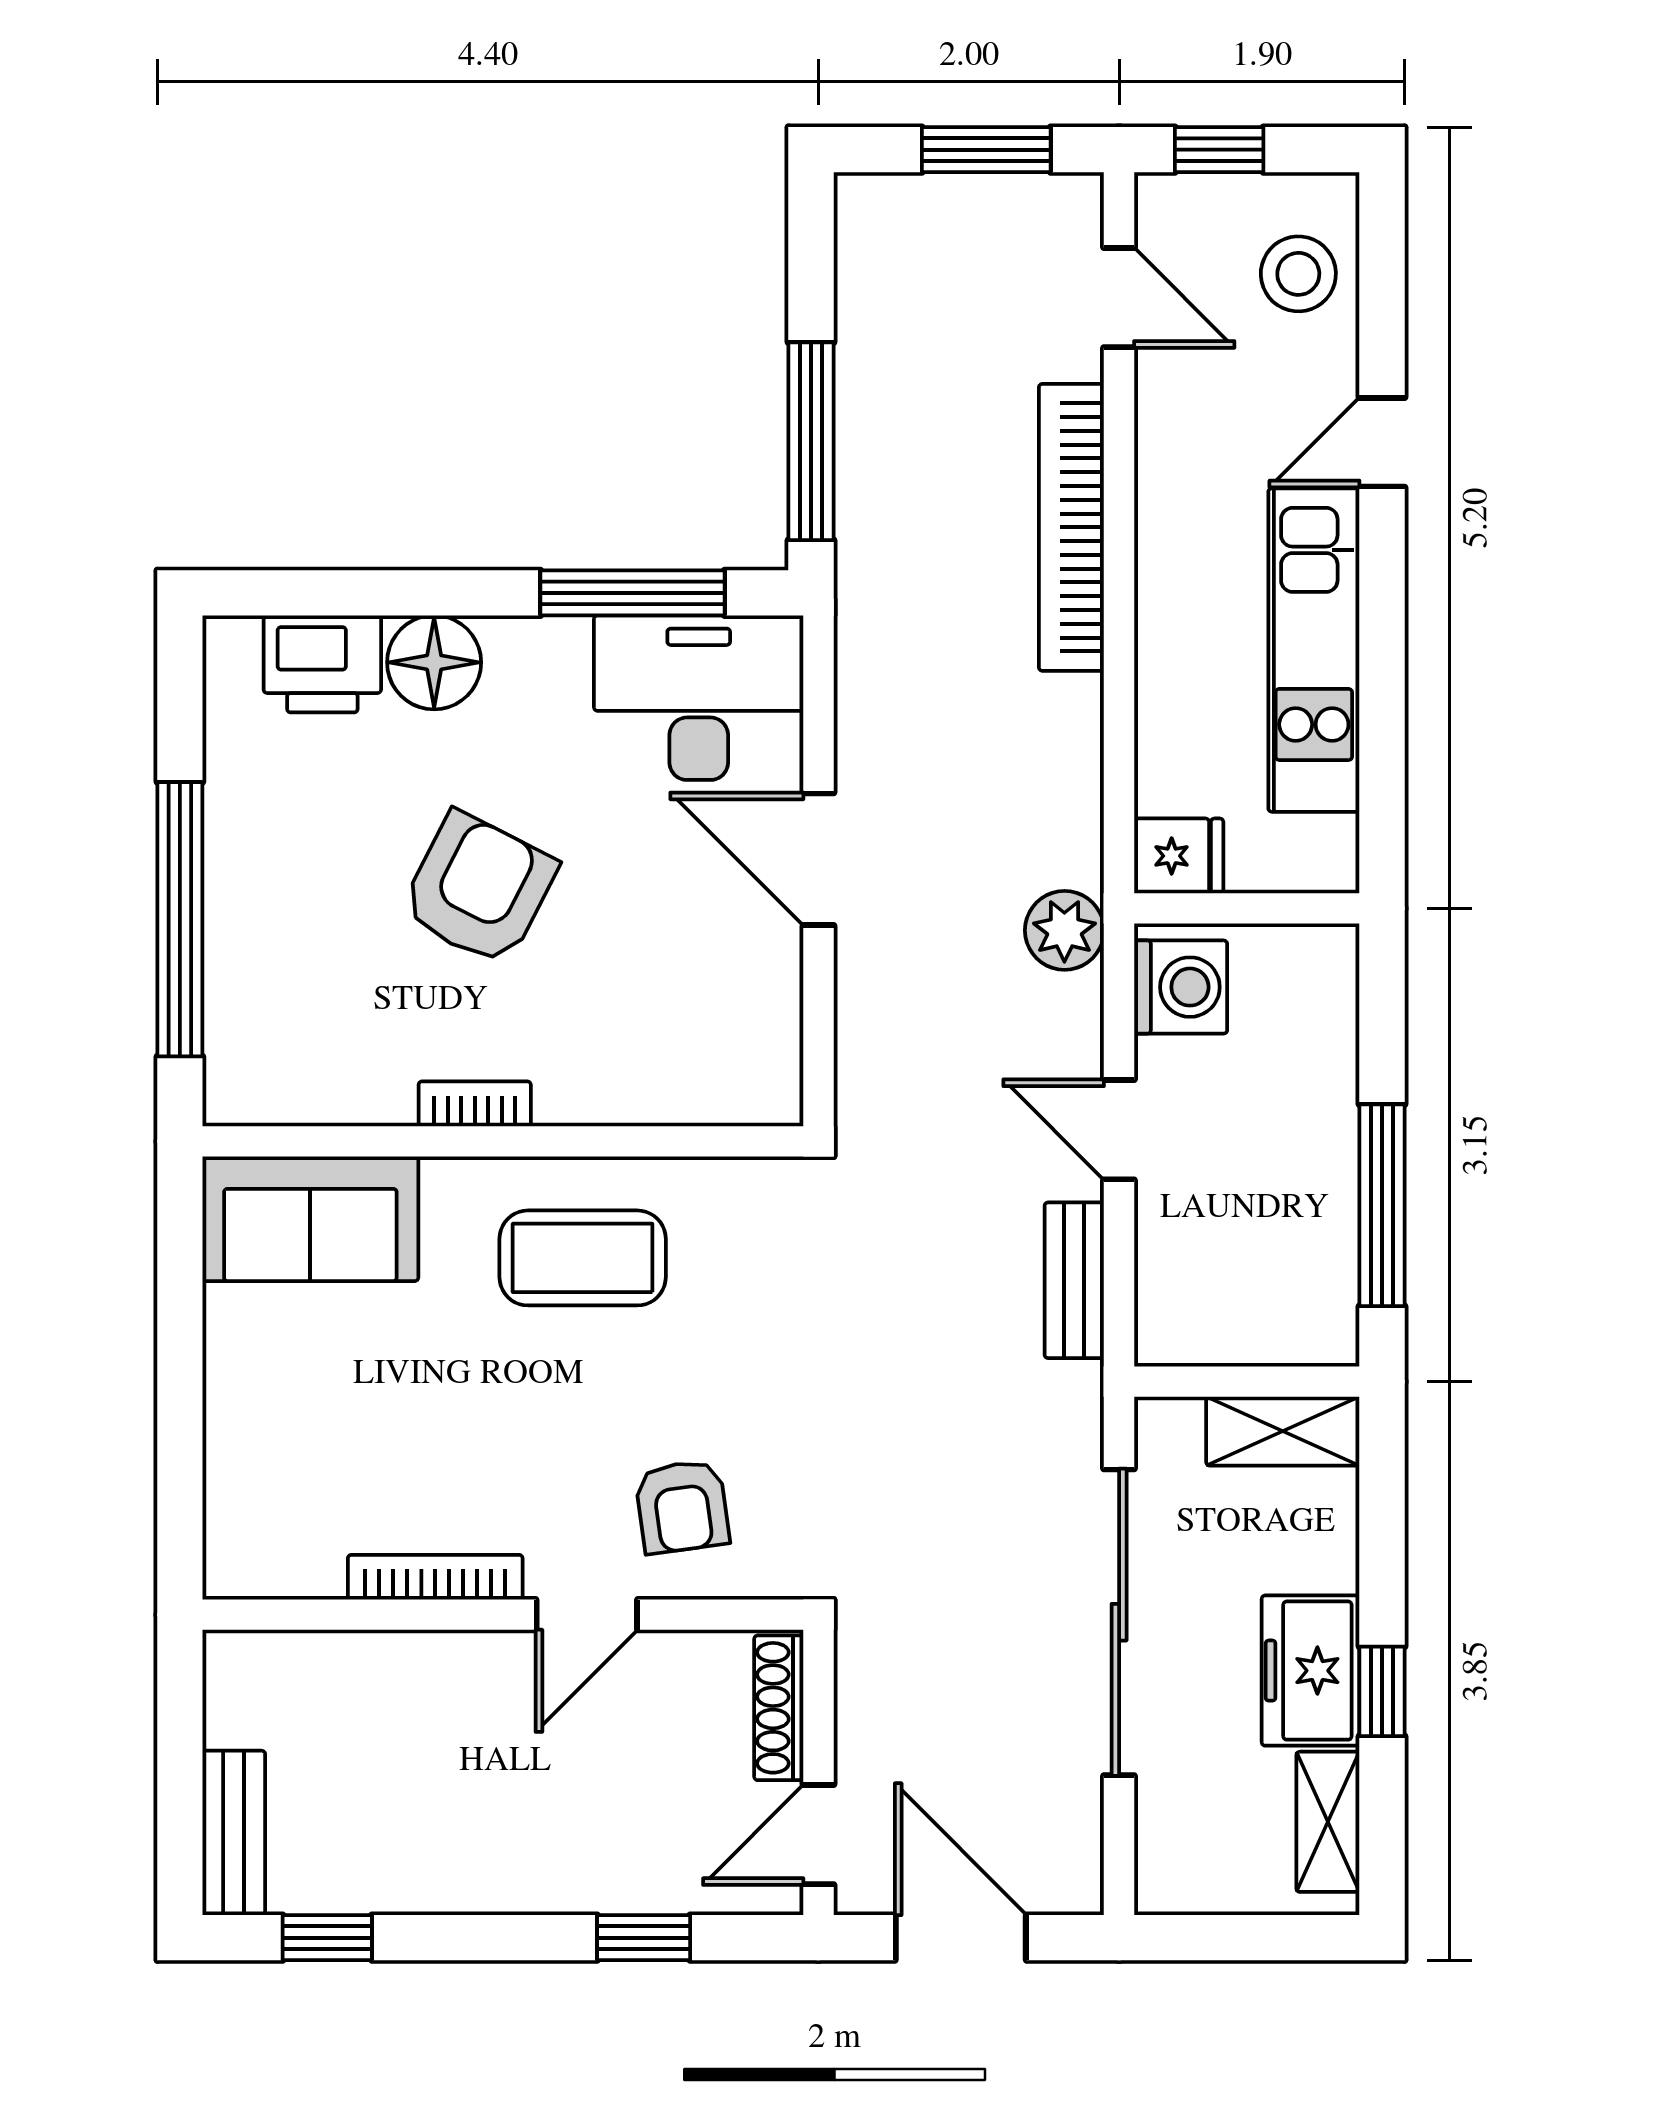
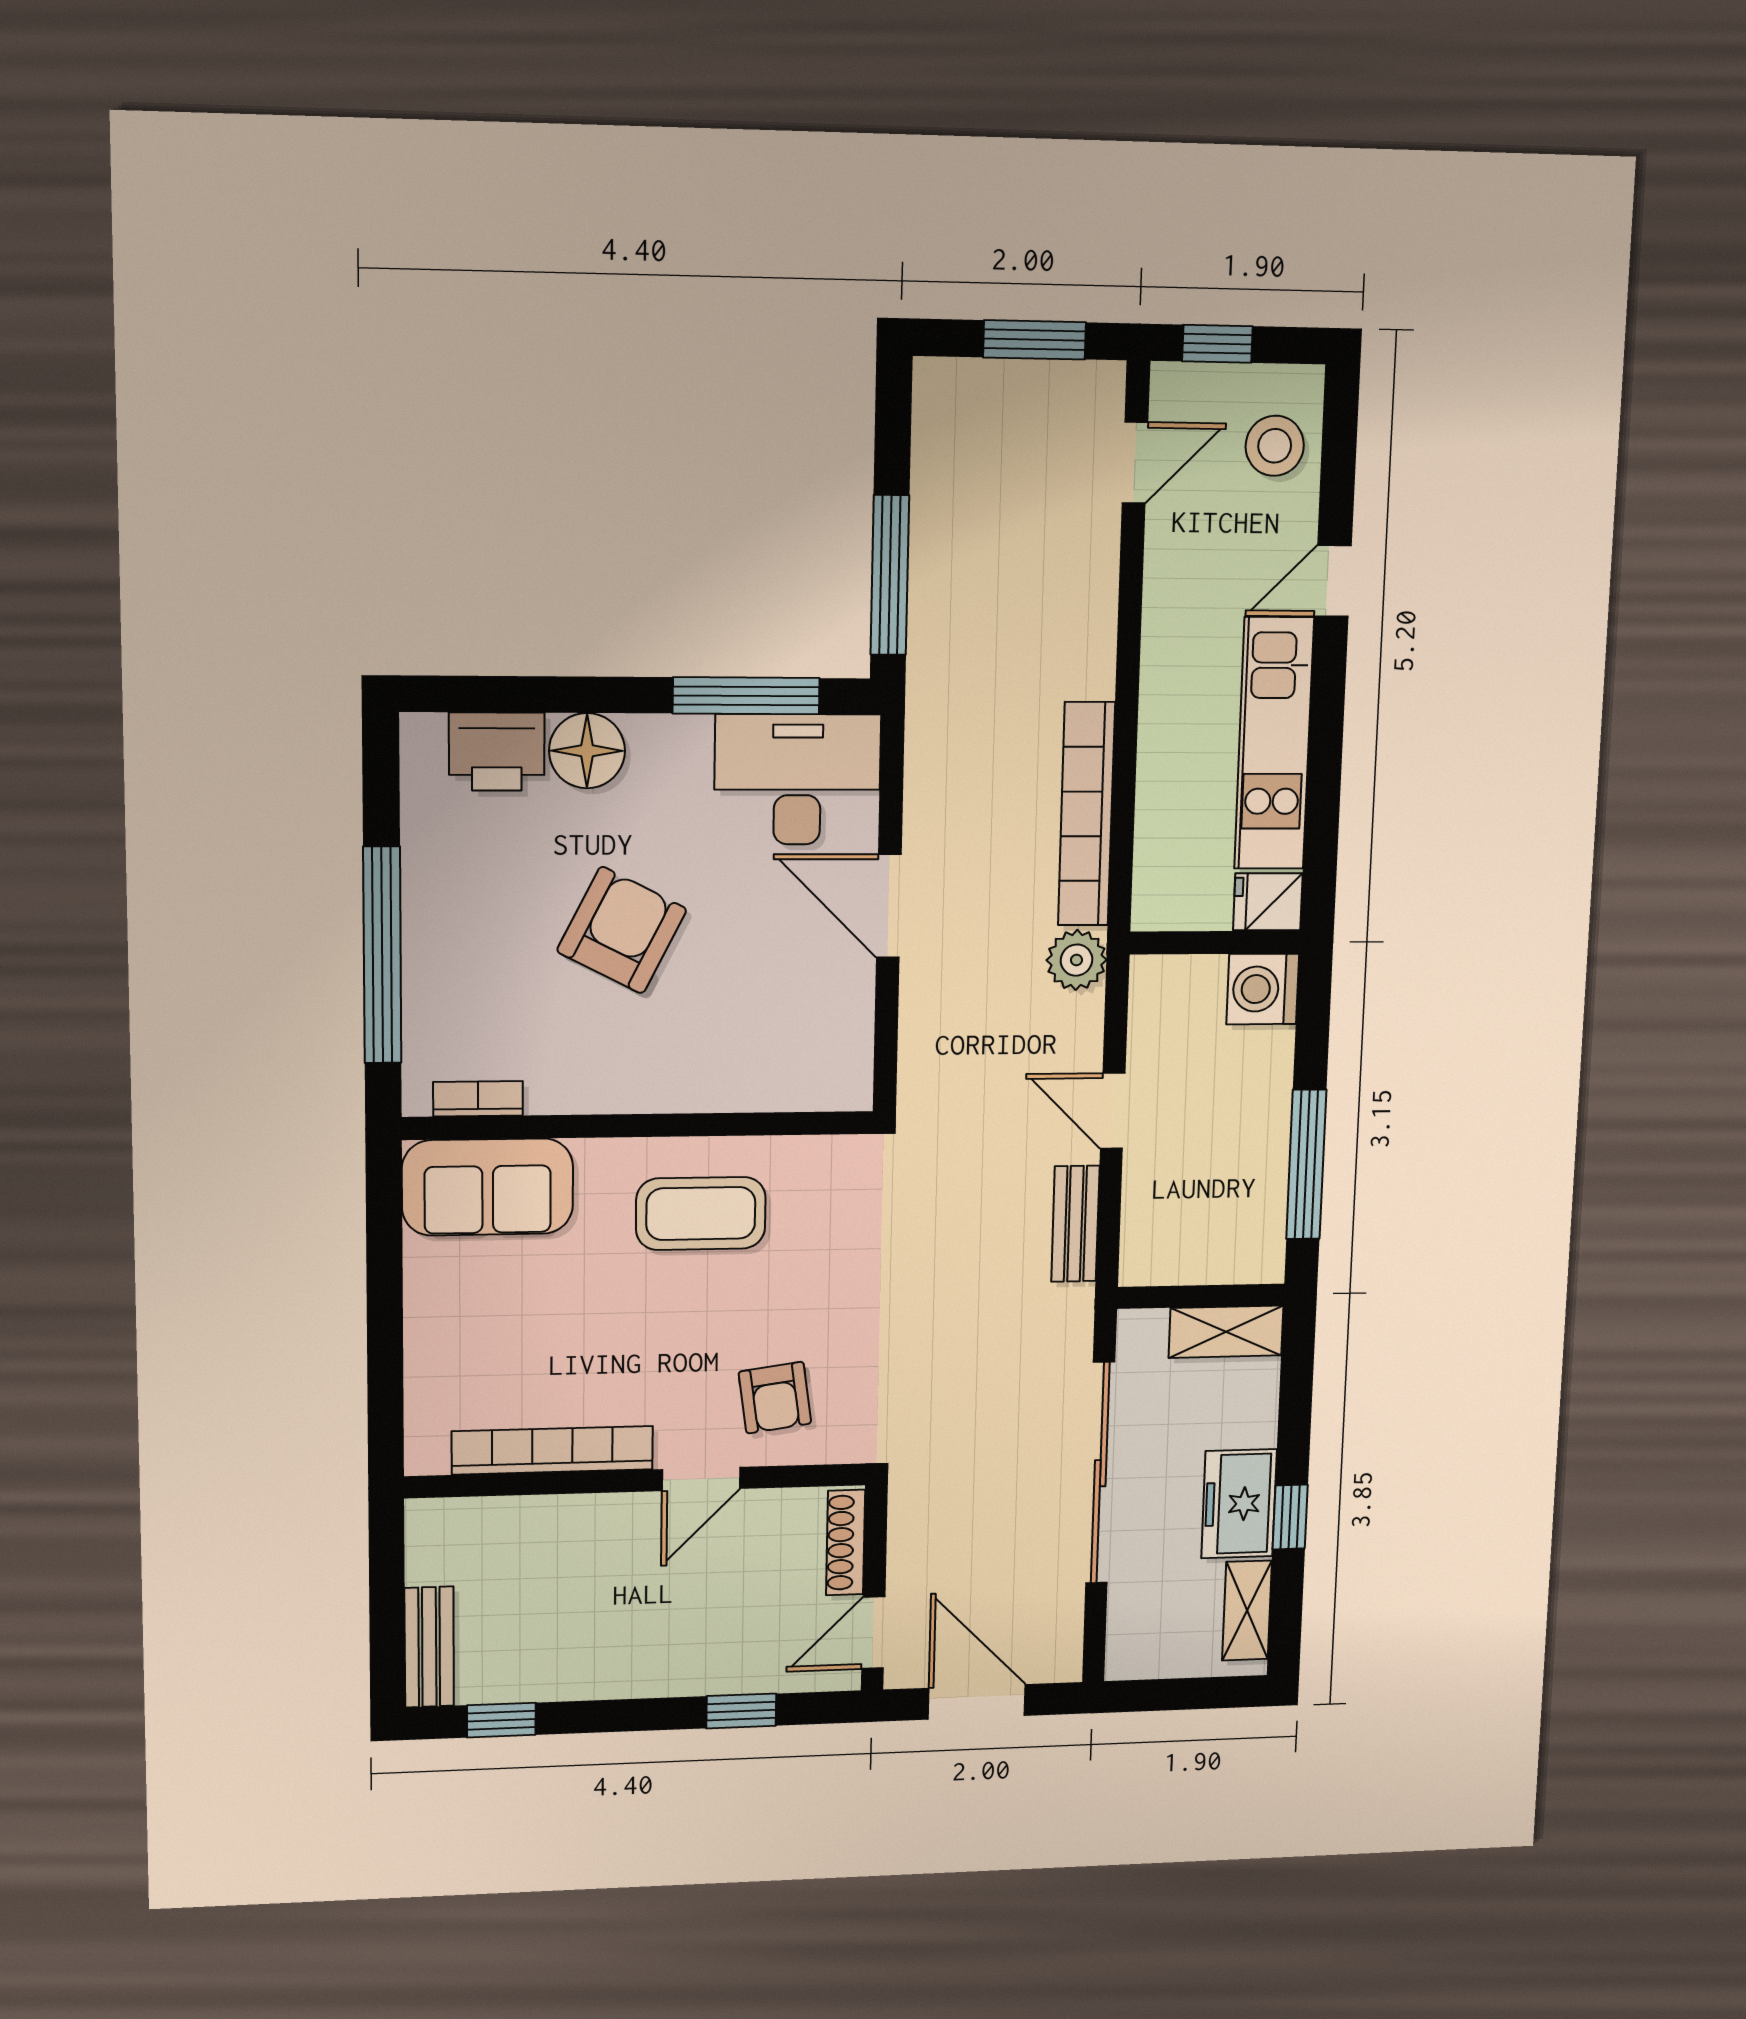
door: (1119, 298) -> (1135, 463), hinge flipped
bookcase: (1071, 527) -> (1086, 814), moved
fridge: (1179, 856) -> (1268, 902), moved, turned 180
washing machine: (1181, 987) -> (1263, 989), moved, turned 180
bookcase: (475, 1104) -> (478, 1099), moved
bookcase: (435, 1577) -> (553, 1450), width x1.48, depth x1.31

